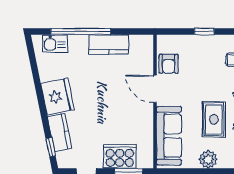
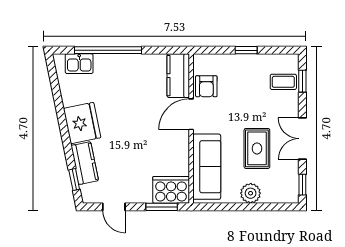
kitchen counter: (109, 44) -> (178, 76), moved, turned 90
door: (155, 89) -> (191, 114), hinge flipped
cooker: (120, 156) -> (171, 190), moved

